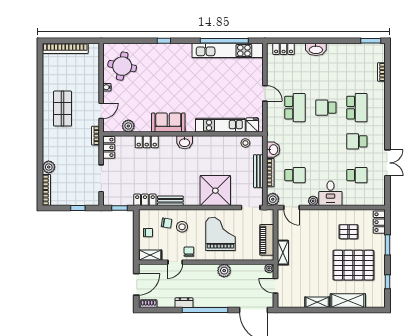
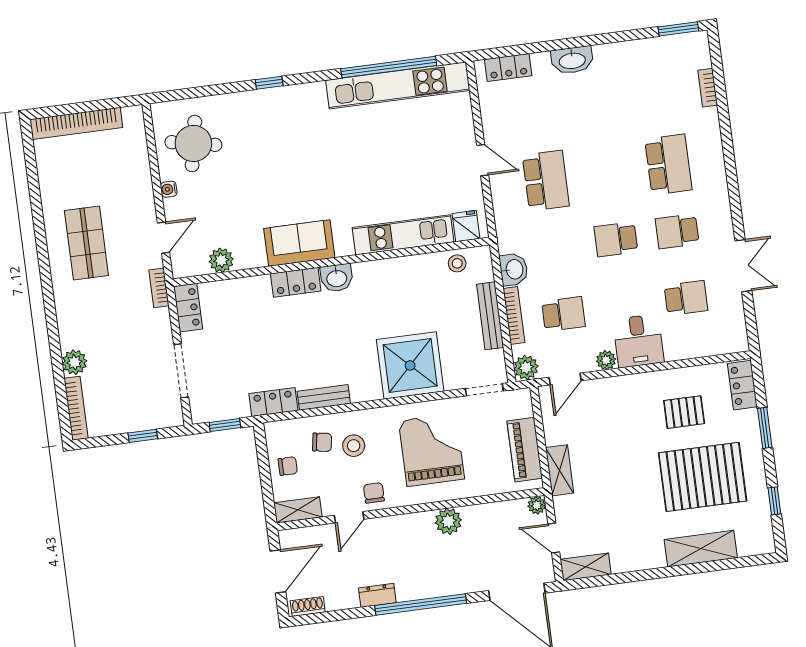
school desk: (326, 108) -> (616, 239), moved
locker: (147, 142) -> (296, 282), moved
door: (292, 207) -> (565, 379), hinge flipped
shelving: (317, 302) -> (586, 567), moved

